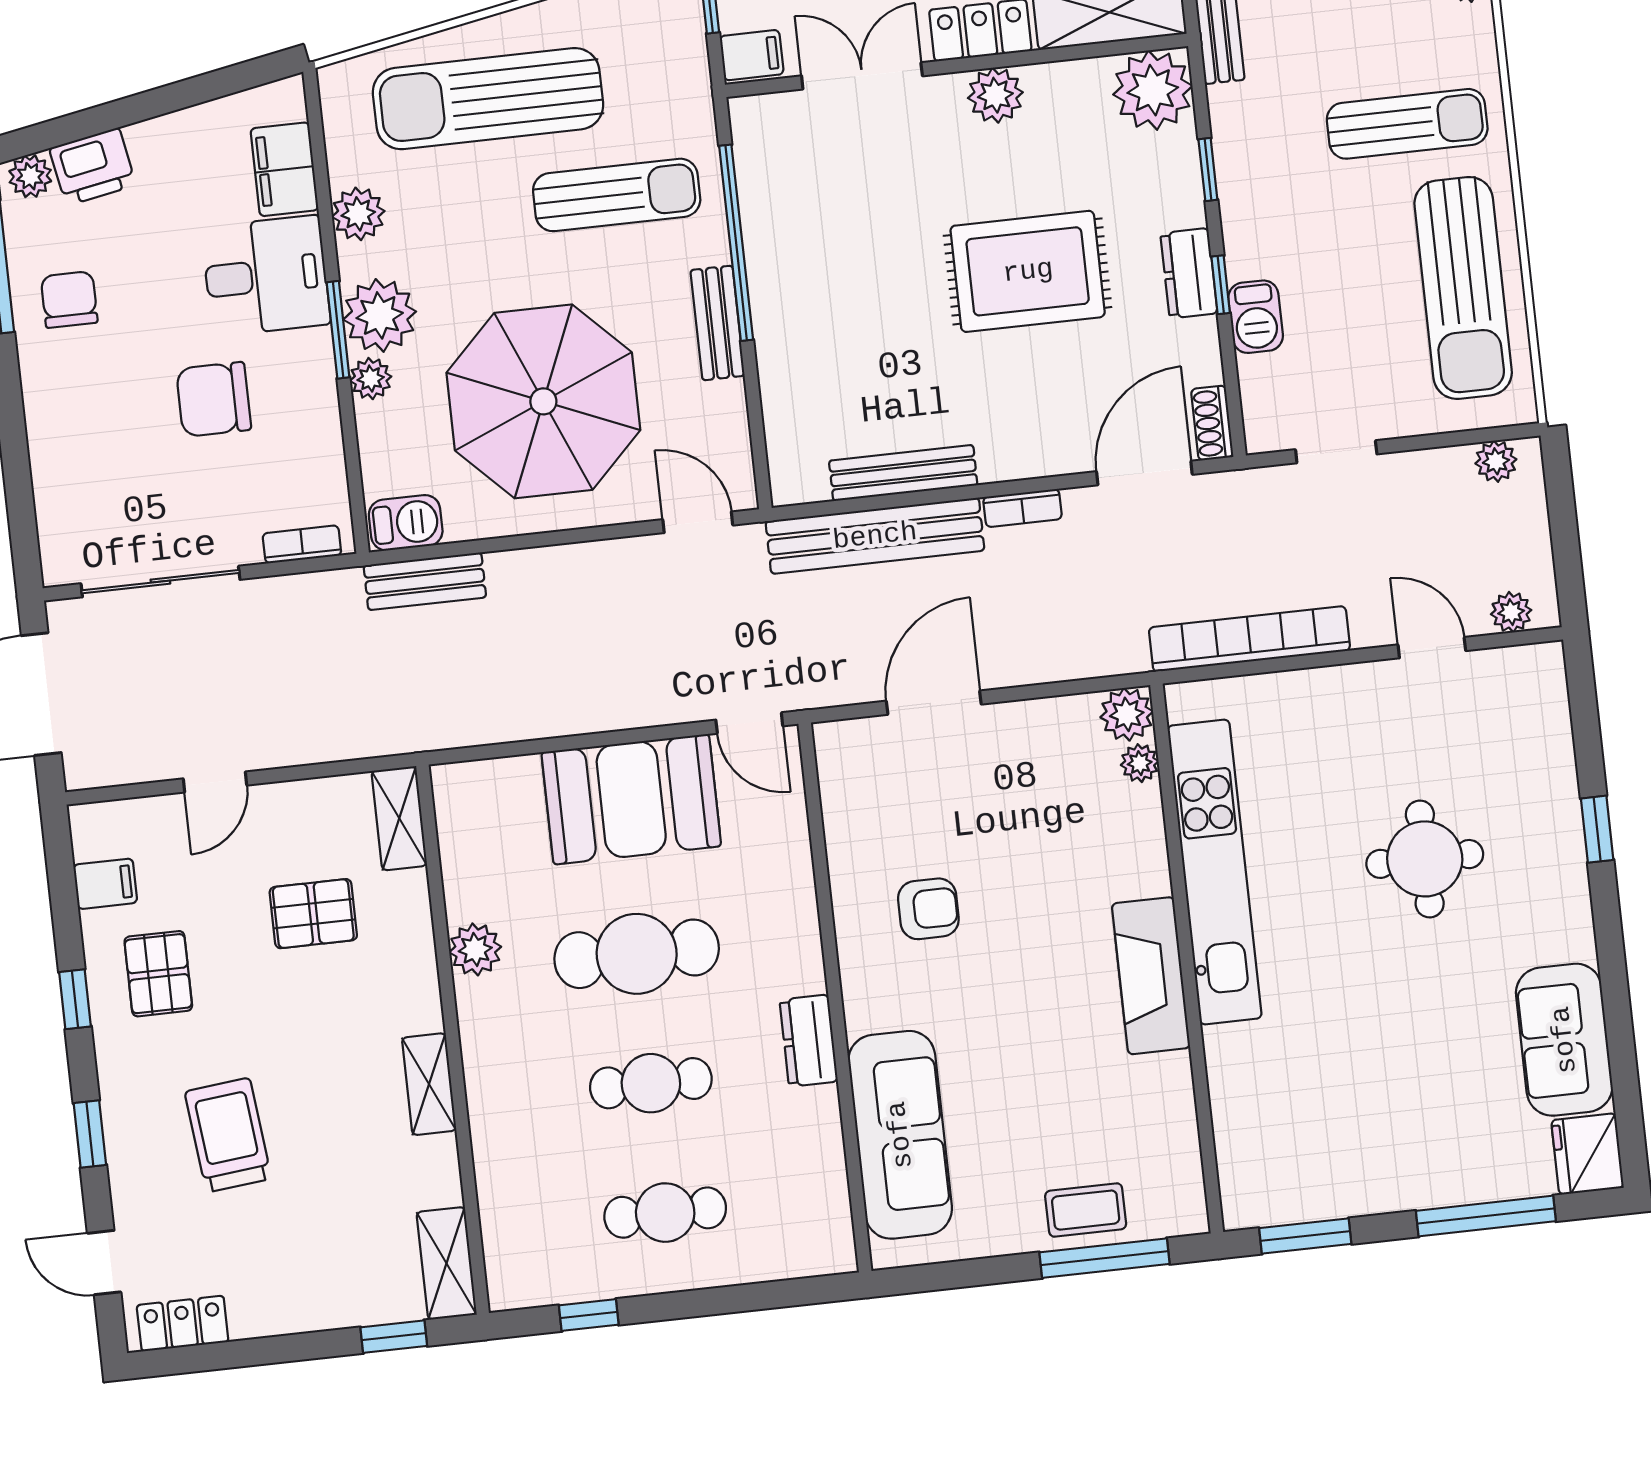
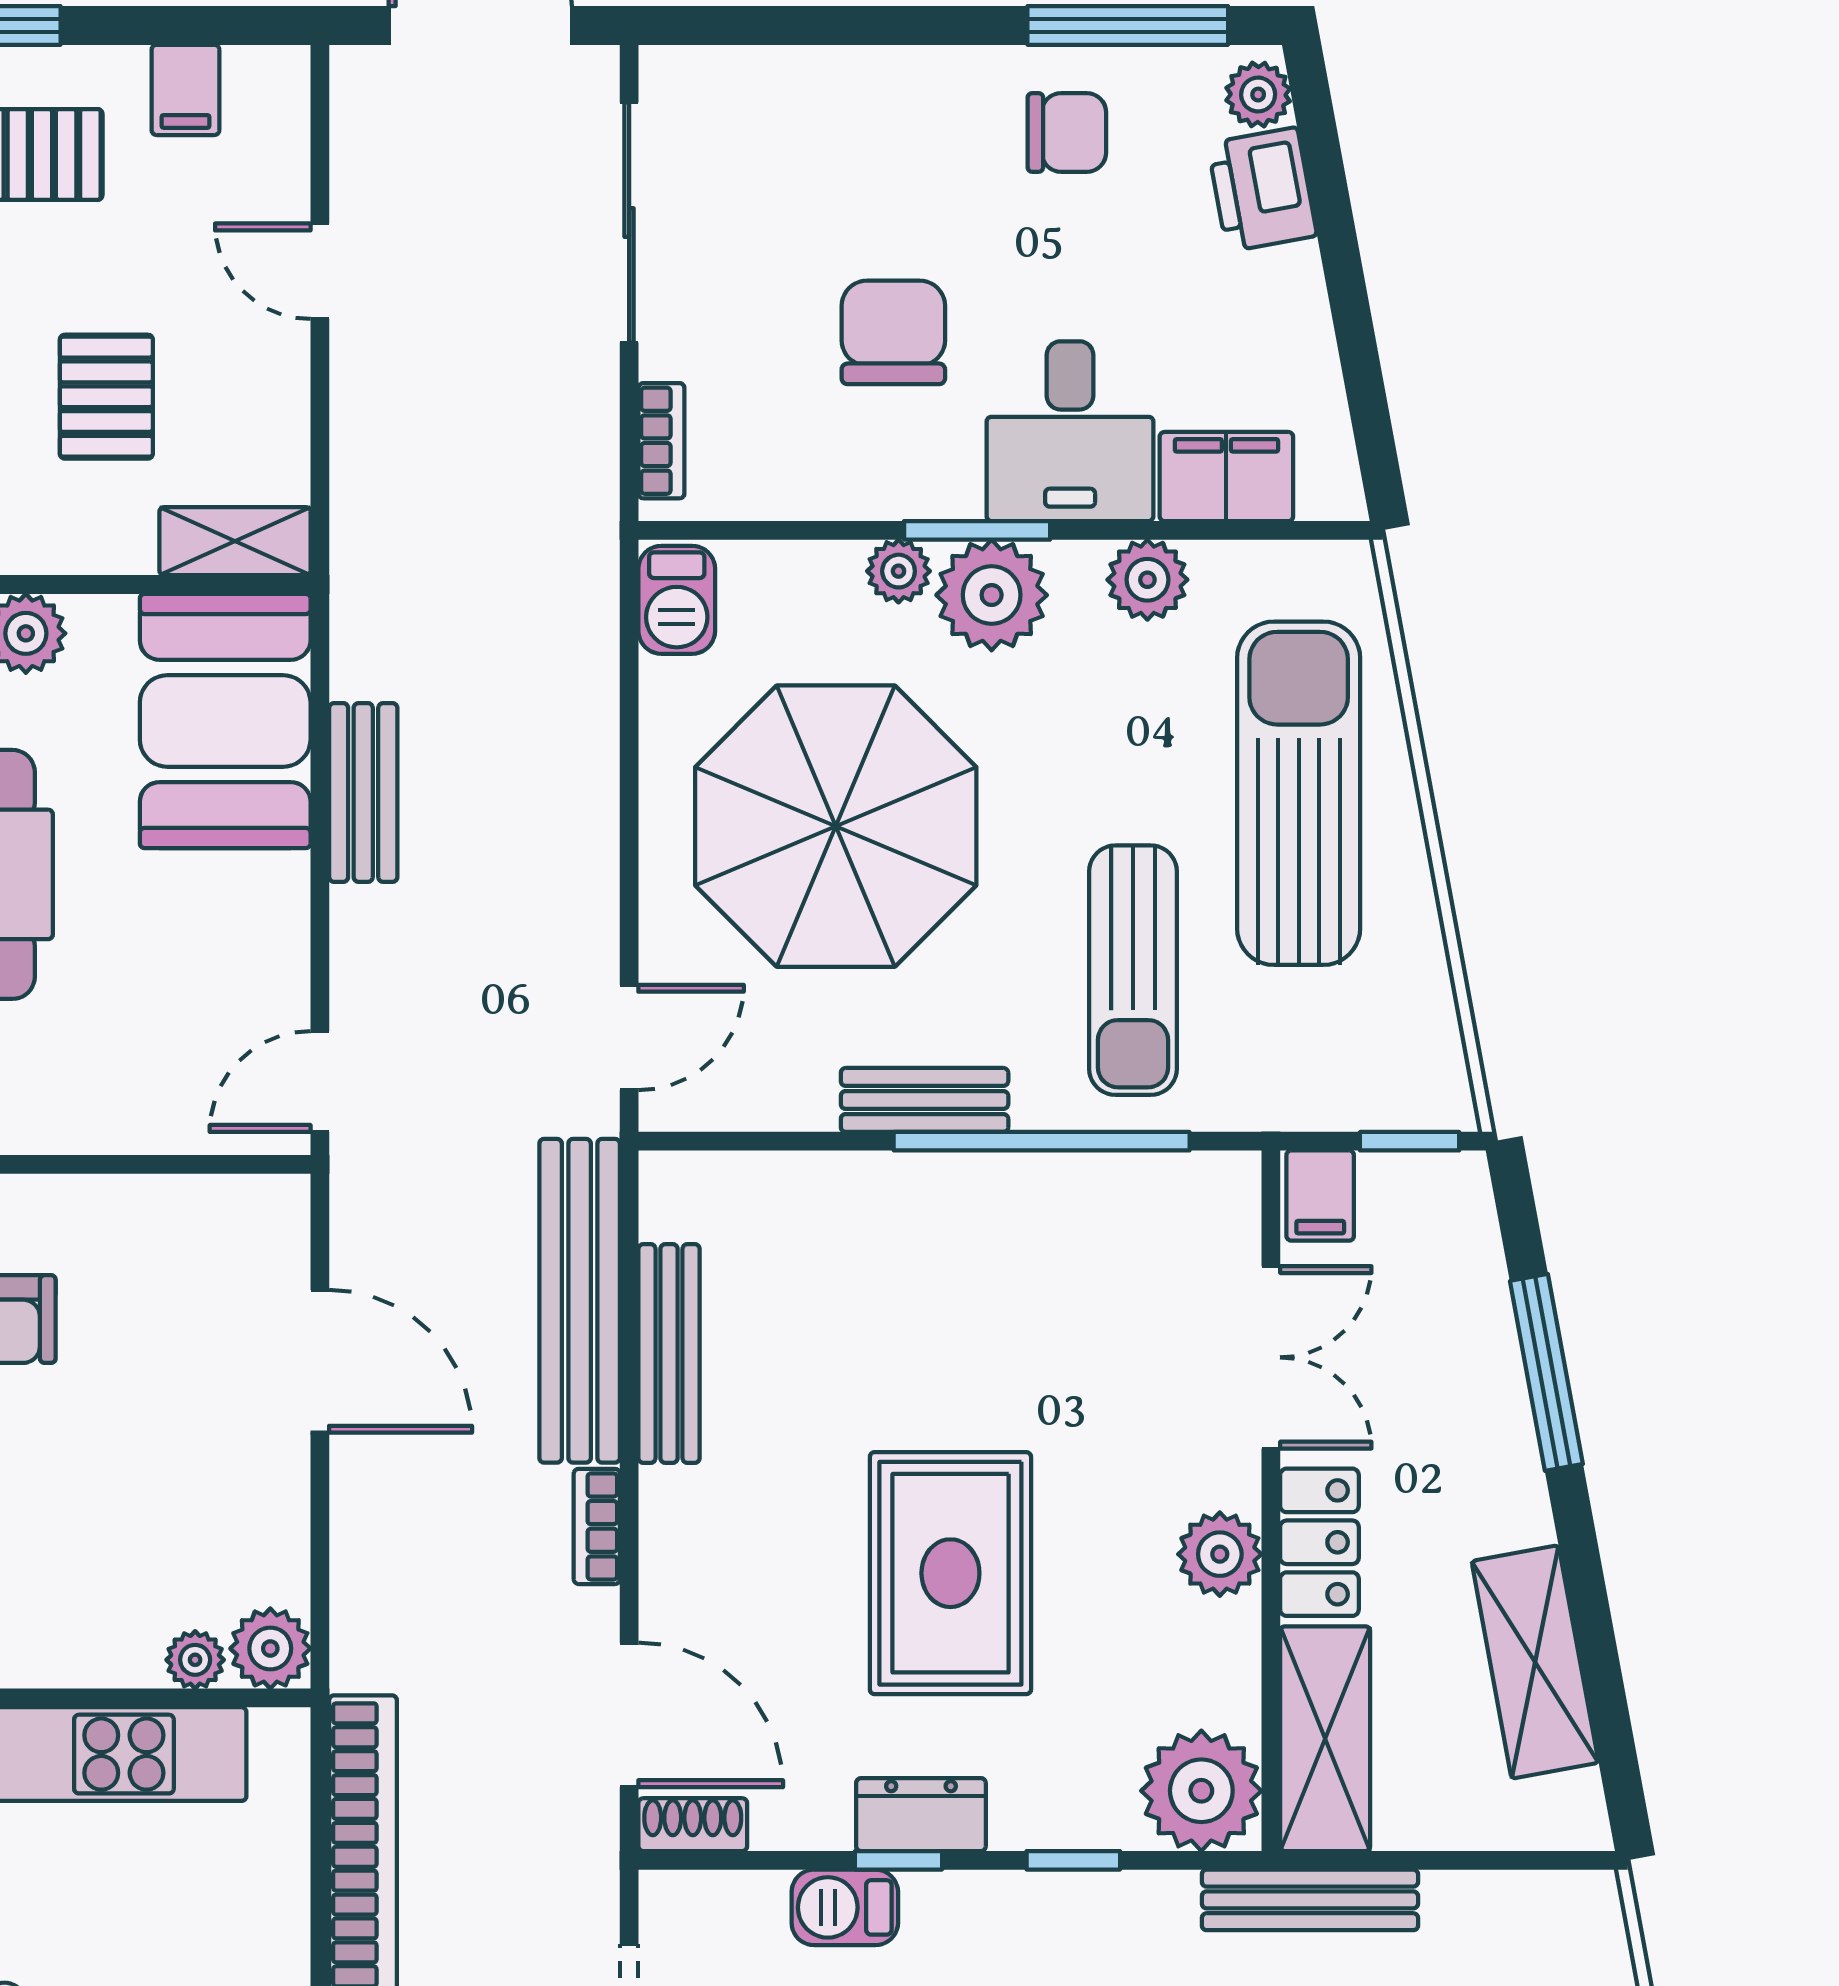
bench: (425, 581) -> (363, 792), moved
booth: (631, 799) -> (225, 721), moved

